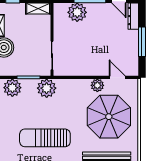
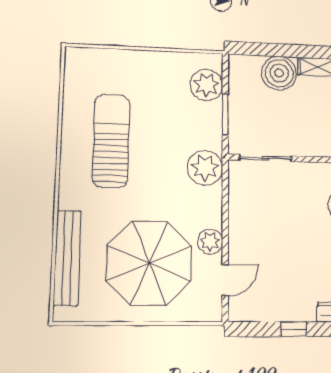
window: (142, 42) -> (294, 329), width x0.46
plant: (47, 88) -> (205, 168), moved

